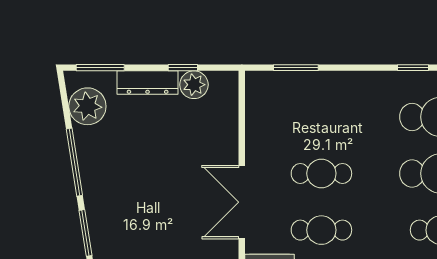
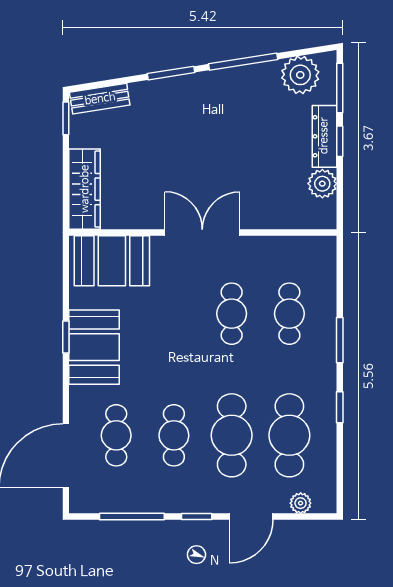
window: (183, 68) -> (340, 141), moved
window: (296, 68) -> (340, 340), moved
cafe table: (321, 230) -> (289, 314), moved

